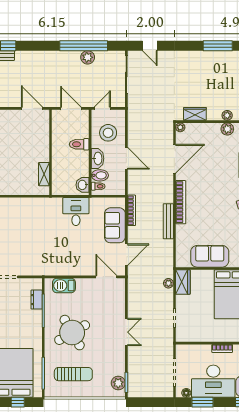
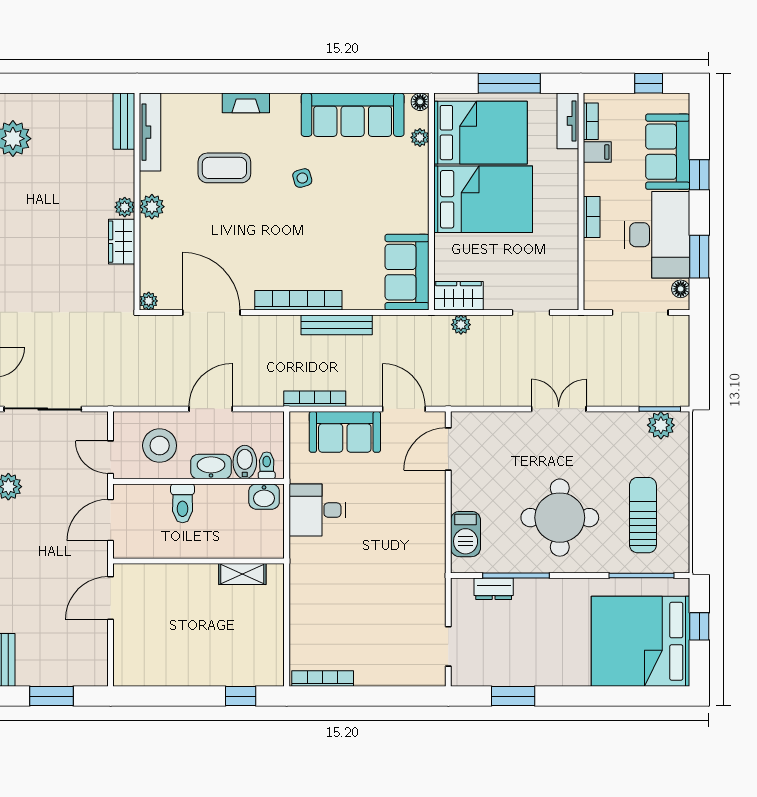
wardrobe: (195, 114) -> (122, 242), moved
sofa: (210, 256) -> (407, 272), moved
round table: (72, 333) -> (560, 518), turned 30

